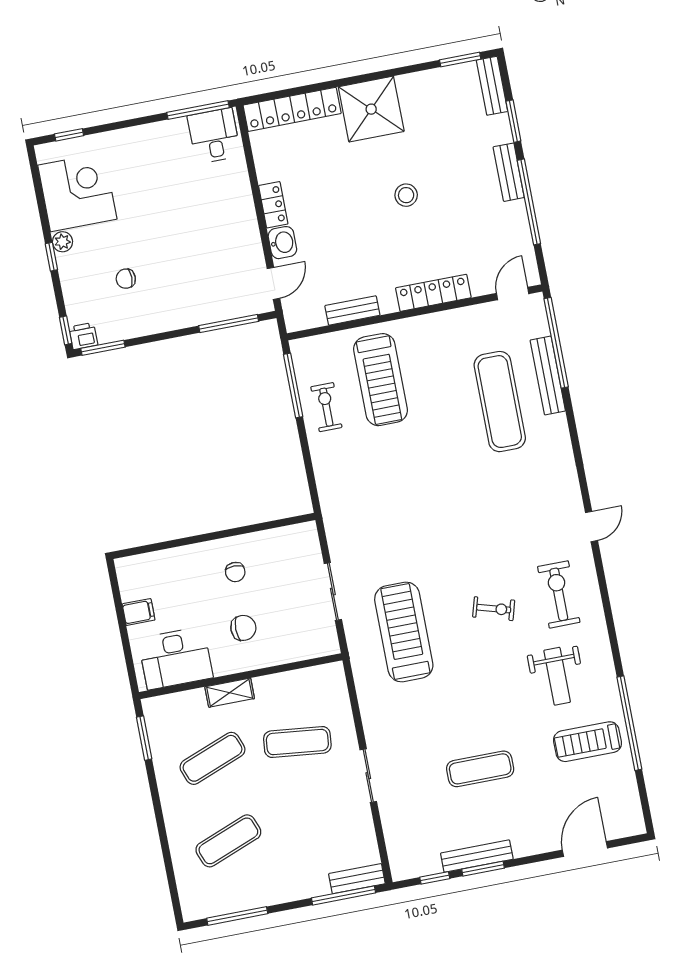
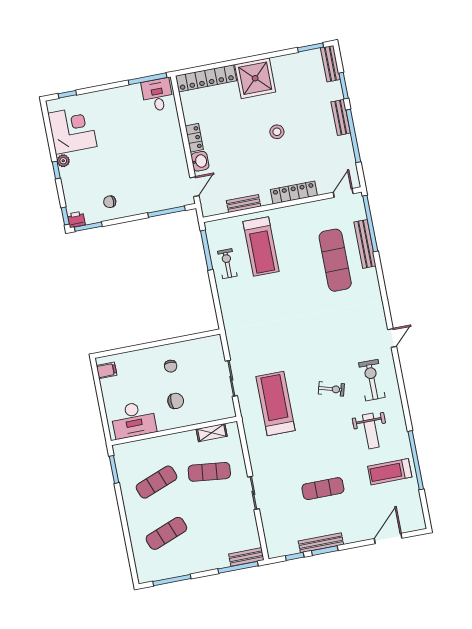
chair: (126, 279) -> (110, 202), moved
filing cabinet: (139, 612) -> (107, 370), moved
shelving: (230, 693) -> (212, 433), moved

